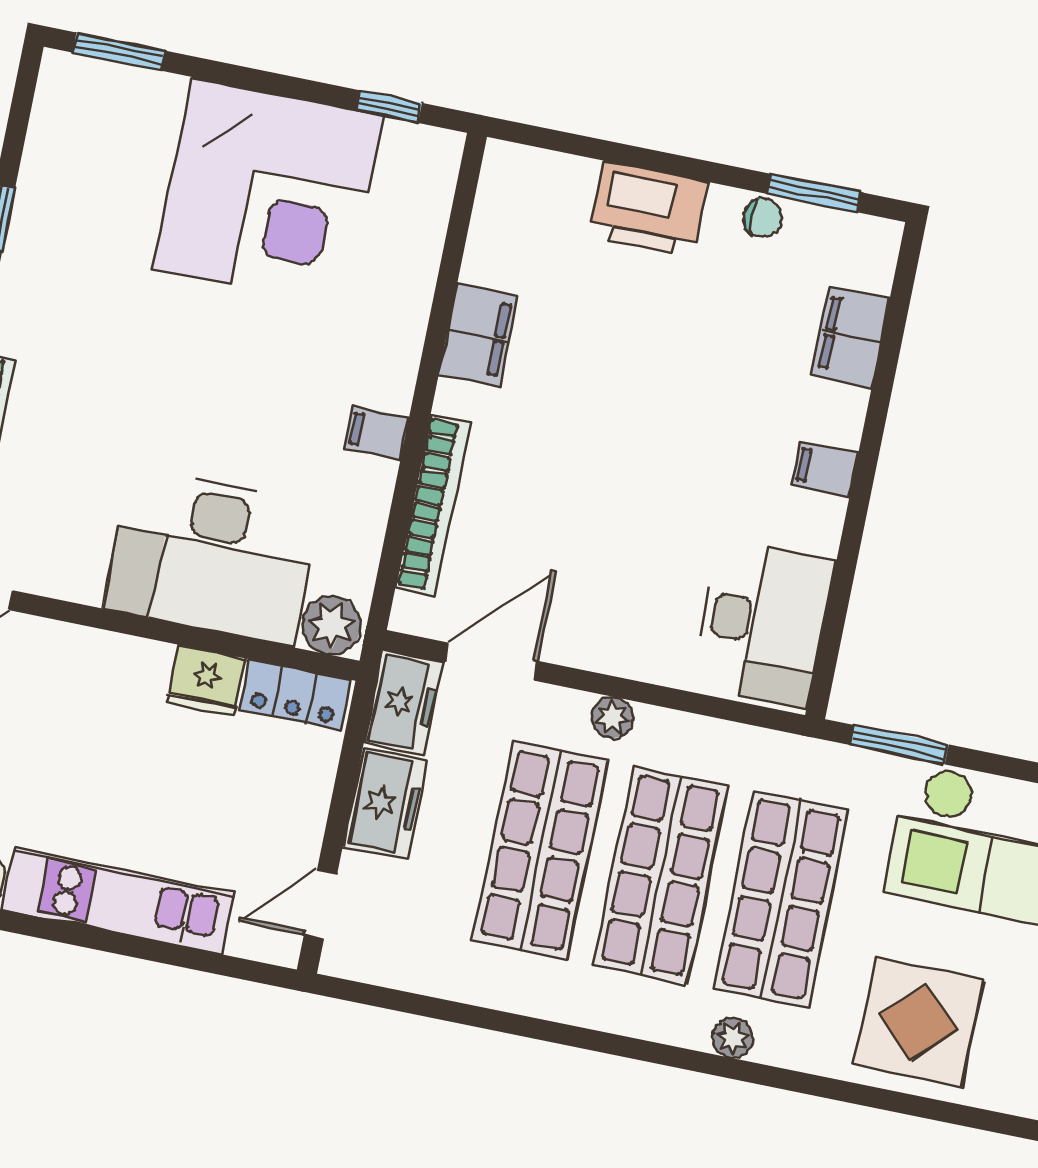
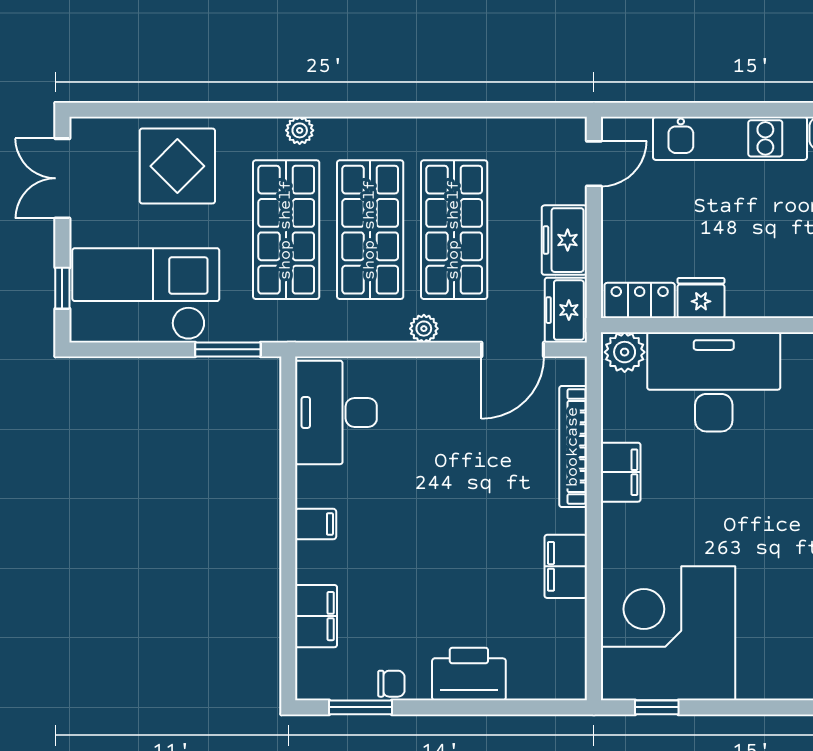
corner desk: (269, 193) -> (668, 633), moved
chair: (763, 218) -> (391, 684), turned 180
filing cabinet: (377, 433) -> (621, 472), width x2.00

